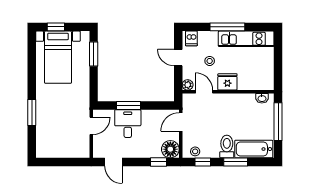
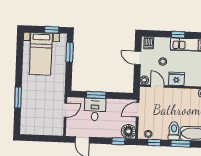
window: (56, 27) -> (52, 30), moved
window: (227, 27) -> (178, 35), width x0.46

